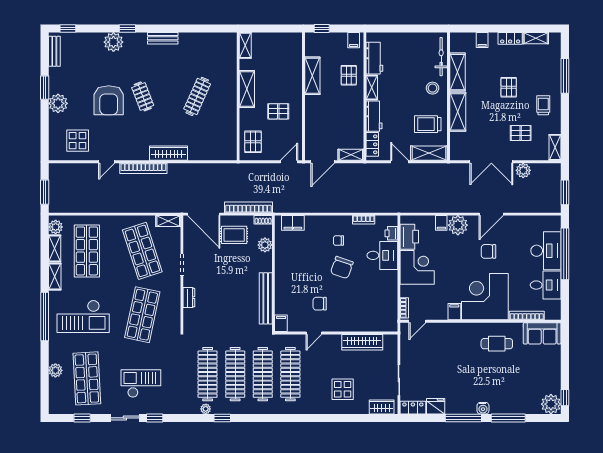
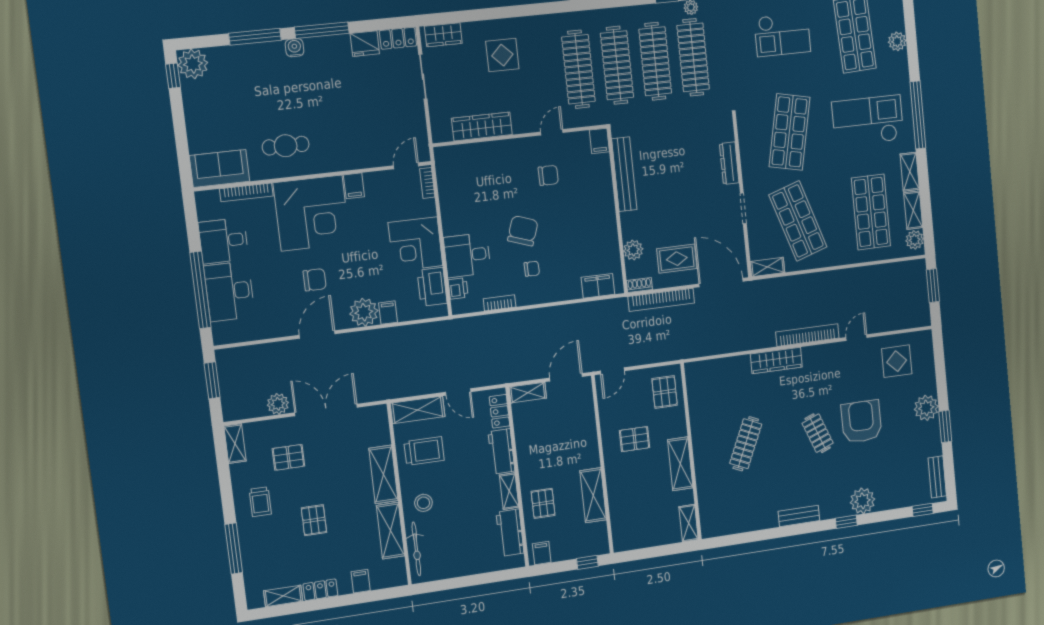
dresser: (189, 298) -> (729, 163), width x1.44

